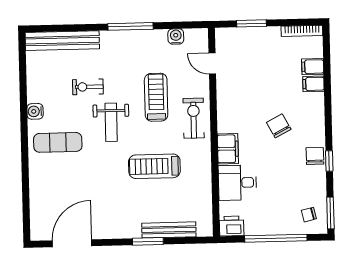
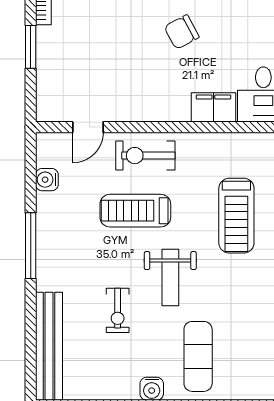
window: (252, 23) -> (31, 47), moved
exercise bike: (194, 118) -> (145, 156), moved
weight bench: (111, 122) -> (170, 278), turned 90

